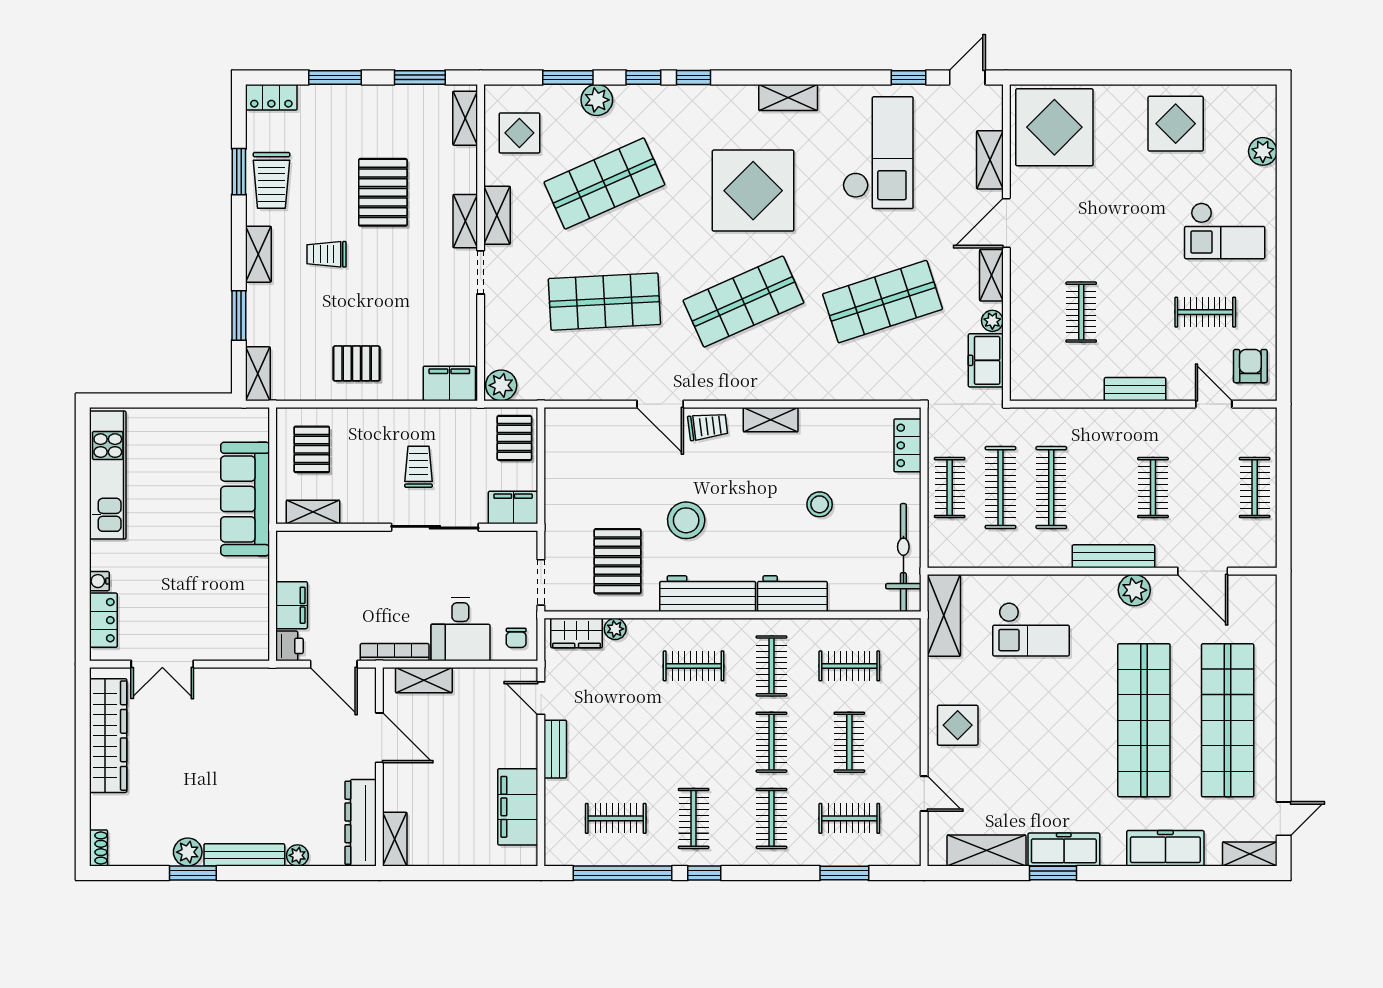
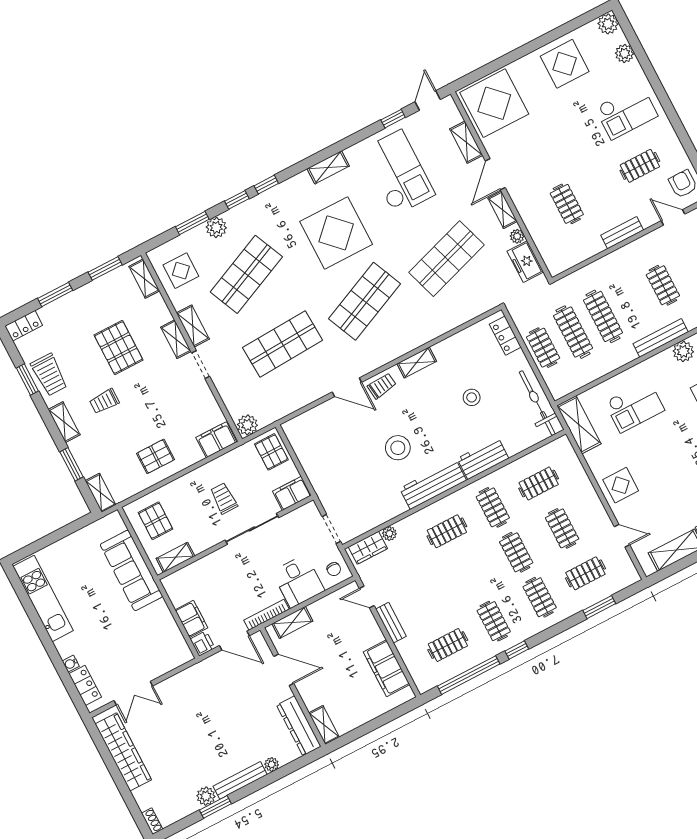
plant: (1261, 100) -> (608, 24), added
pallet: (618, 561) -> (370, 493), removed

